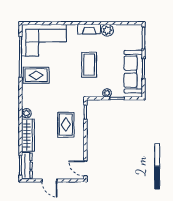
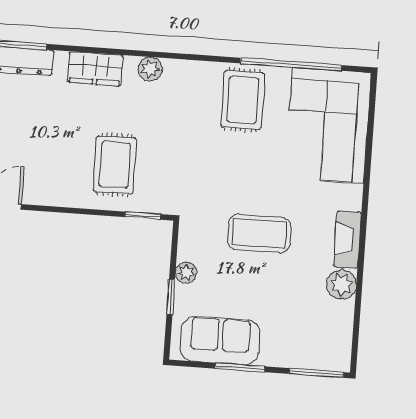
sofa: (133, 72) -> (220, 341), width x0.73
rug: (66, 125) -> (115, 165), turned 90
wardrobe: (28, 135) -> (95, 69), width x0.67

